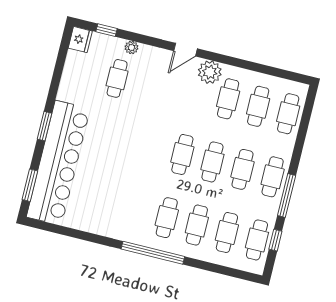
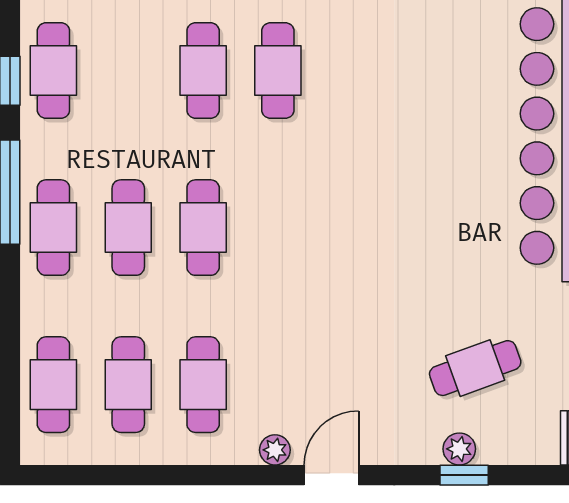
window: (107, 30) -> (464, 475), moved
plant: (210, 72) -> (275, 450), width x0.53, depth x0.53
cafe table: (117, 78) -> (475, 368), turned 70
cafe table: (182, 154) -> (278, 228), removed
cafe table: (227, 232) -> (128, 71), removed

